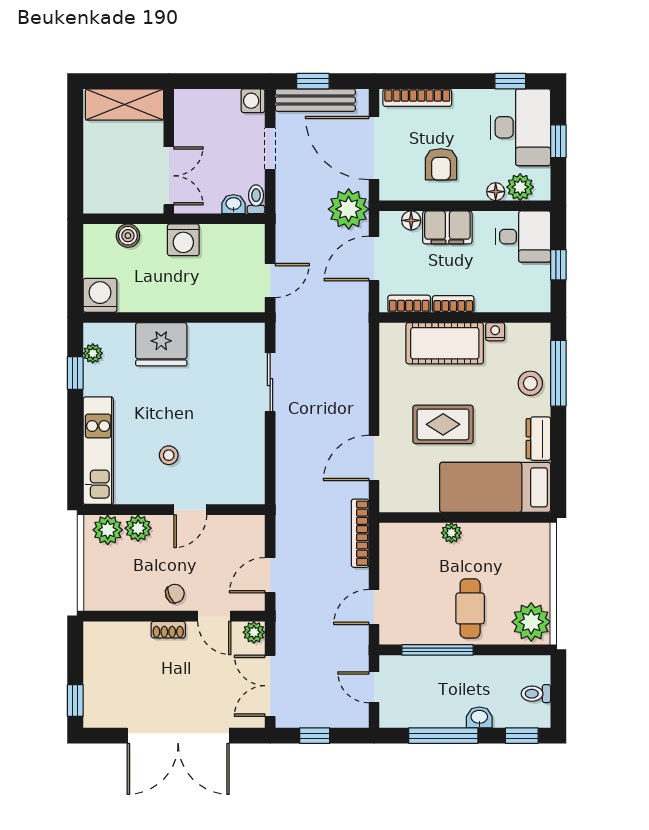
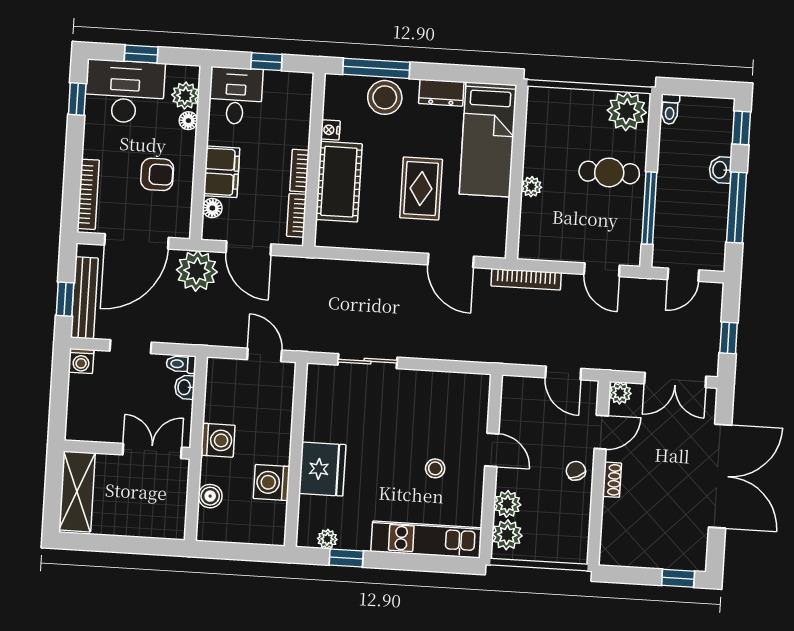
washing machine: (100, 295) -> (272, 483), moved
stool: (530, 383) -> (385, 97), width x1.38, depth x1.38
toilet: (536, 694) -> (670, 109), moved

